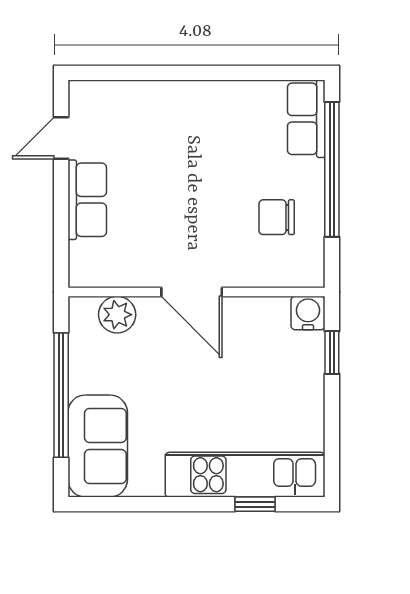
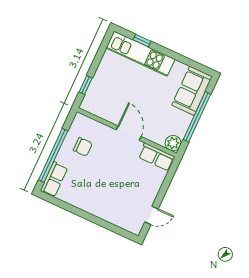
row of seats: (87, 200) -> (157, 157), moved, turned -90
water cooler: (308, 313) -> (88, 104), removed
plant: (117, 315) -> (173, 143), moved

